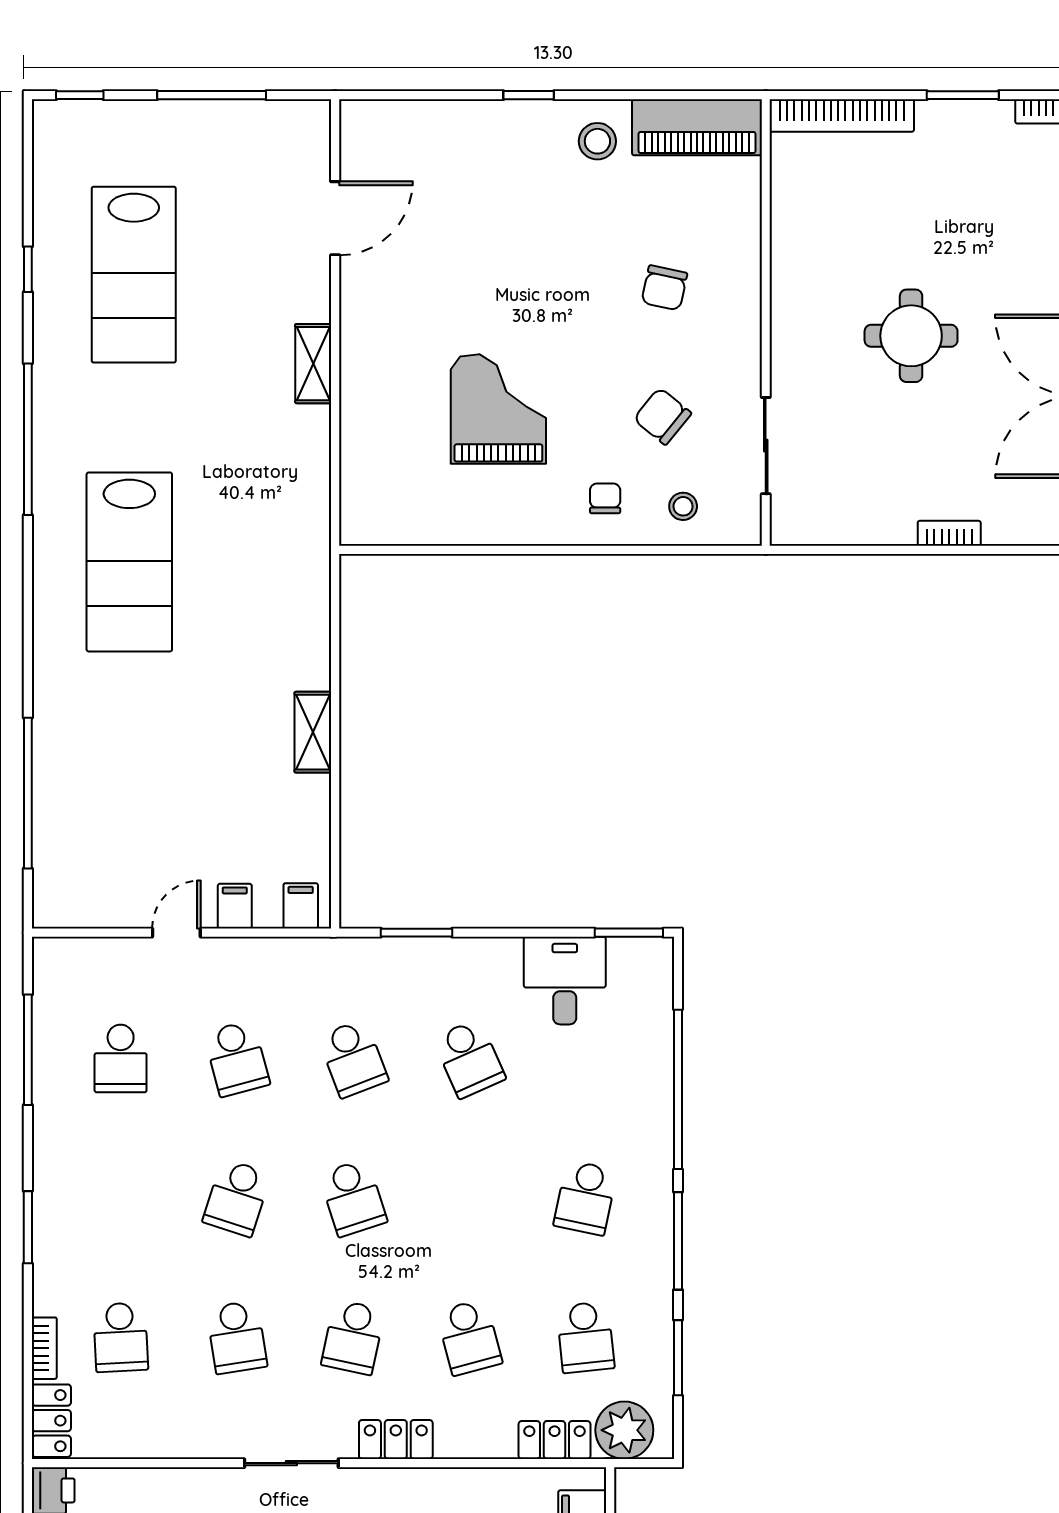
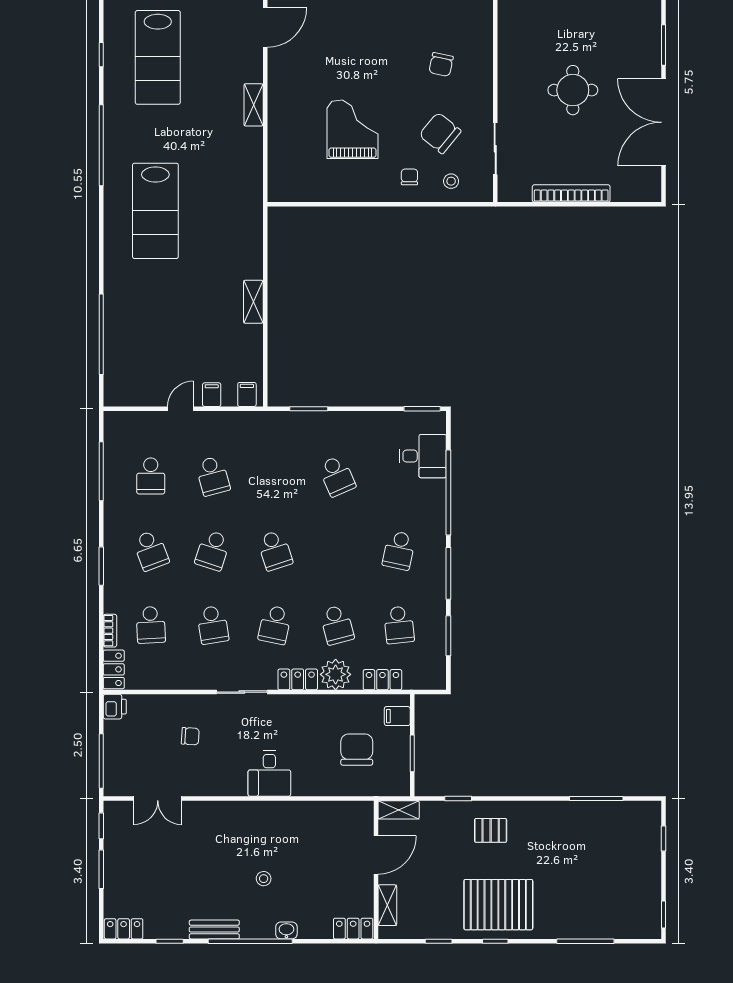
chair: (662, 416) -> (440, 133), width x1.37, depth x1.37
bookcase: (949, 533) -> (571, 193), width x2.31, depth x1.31
desk: (565, 981) -> (423, 456), moved, turned 90
school desk: (353, 1058) -> (151, 550), moved
plant: (624, 1430) -> (336, 674), moved

